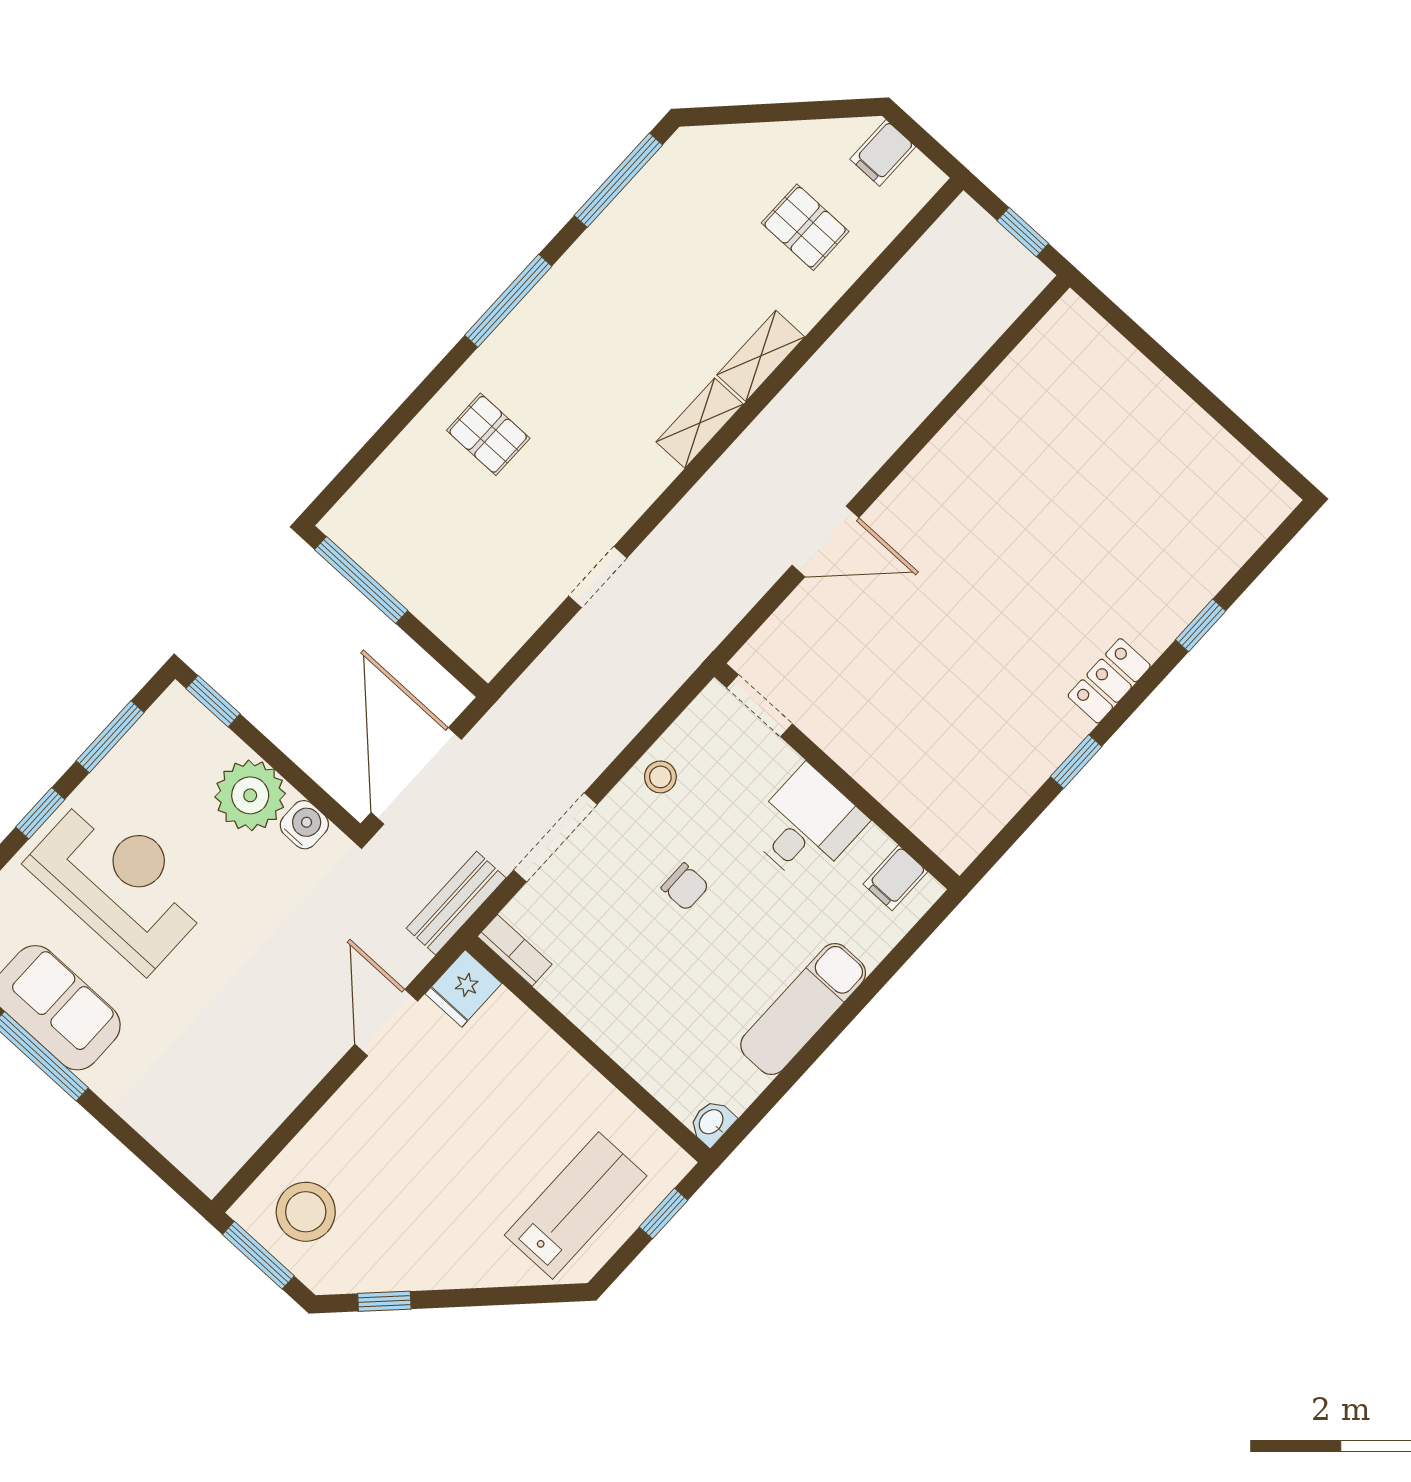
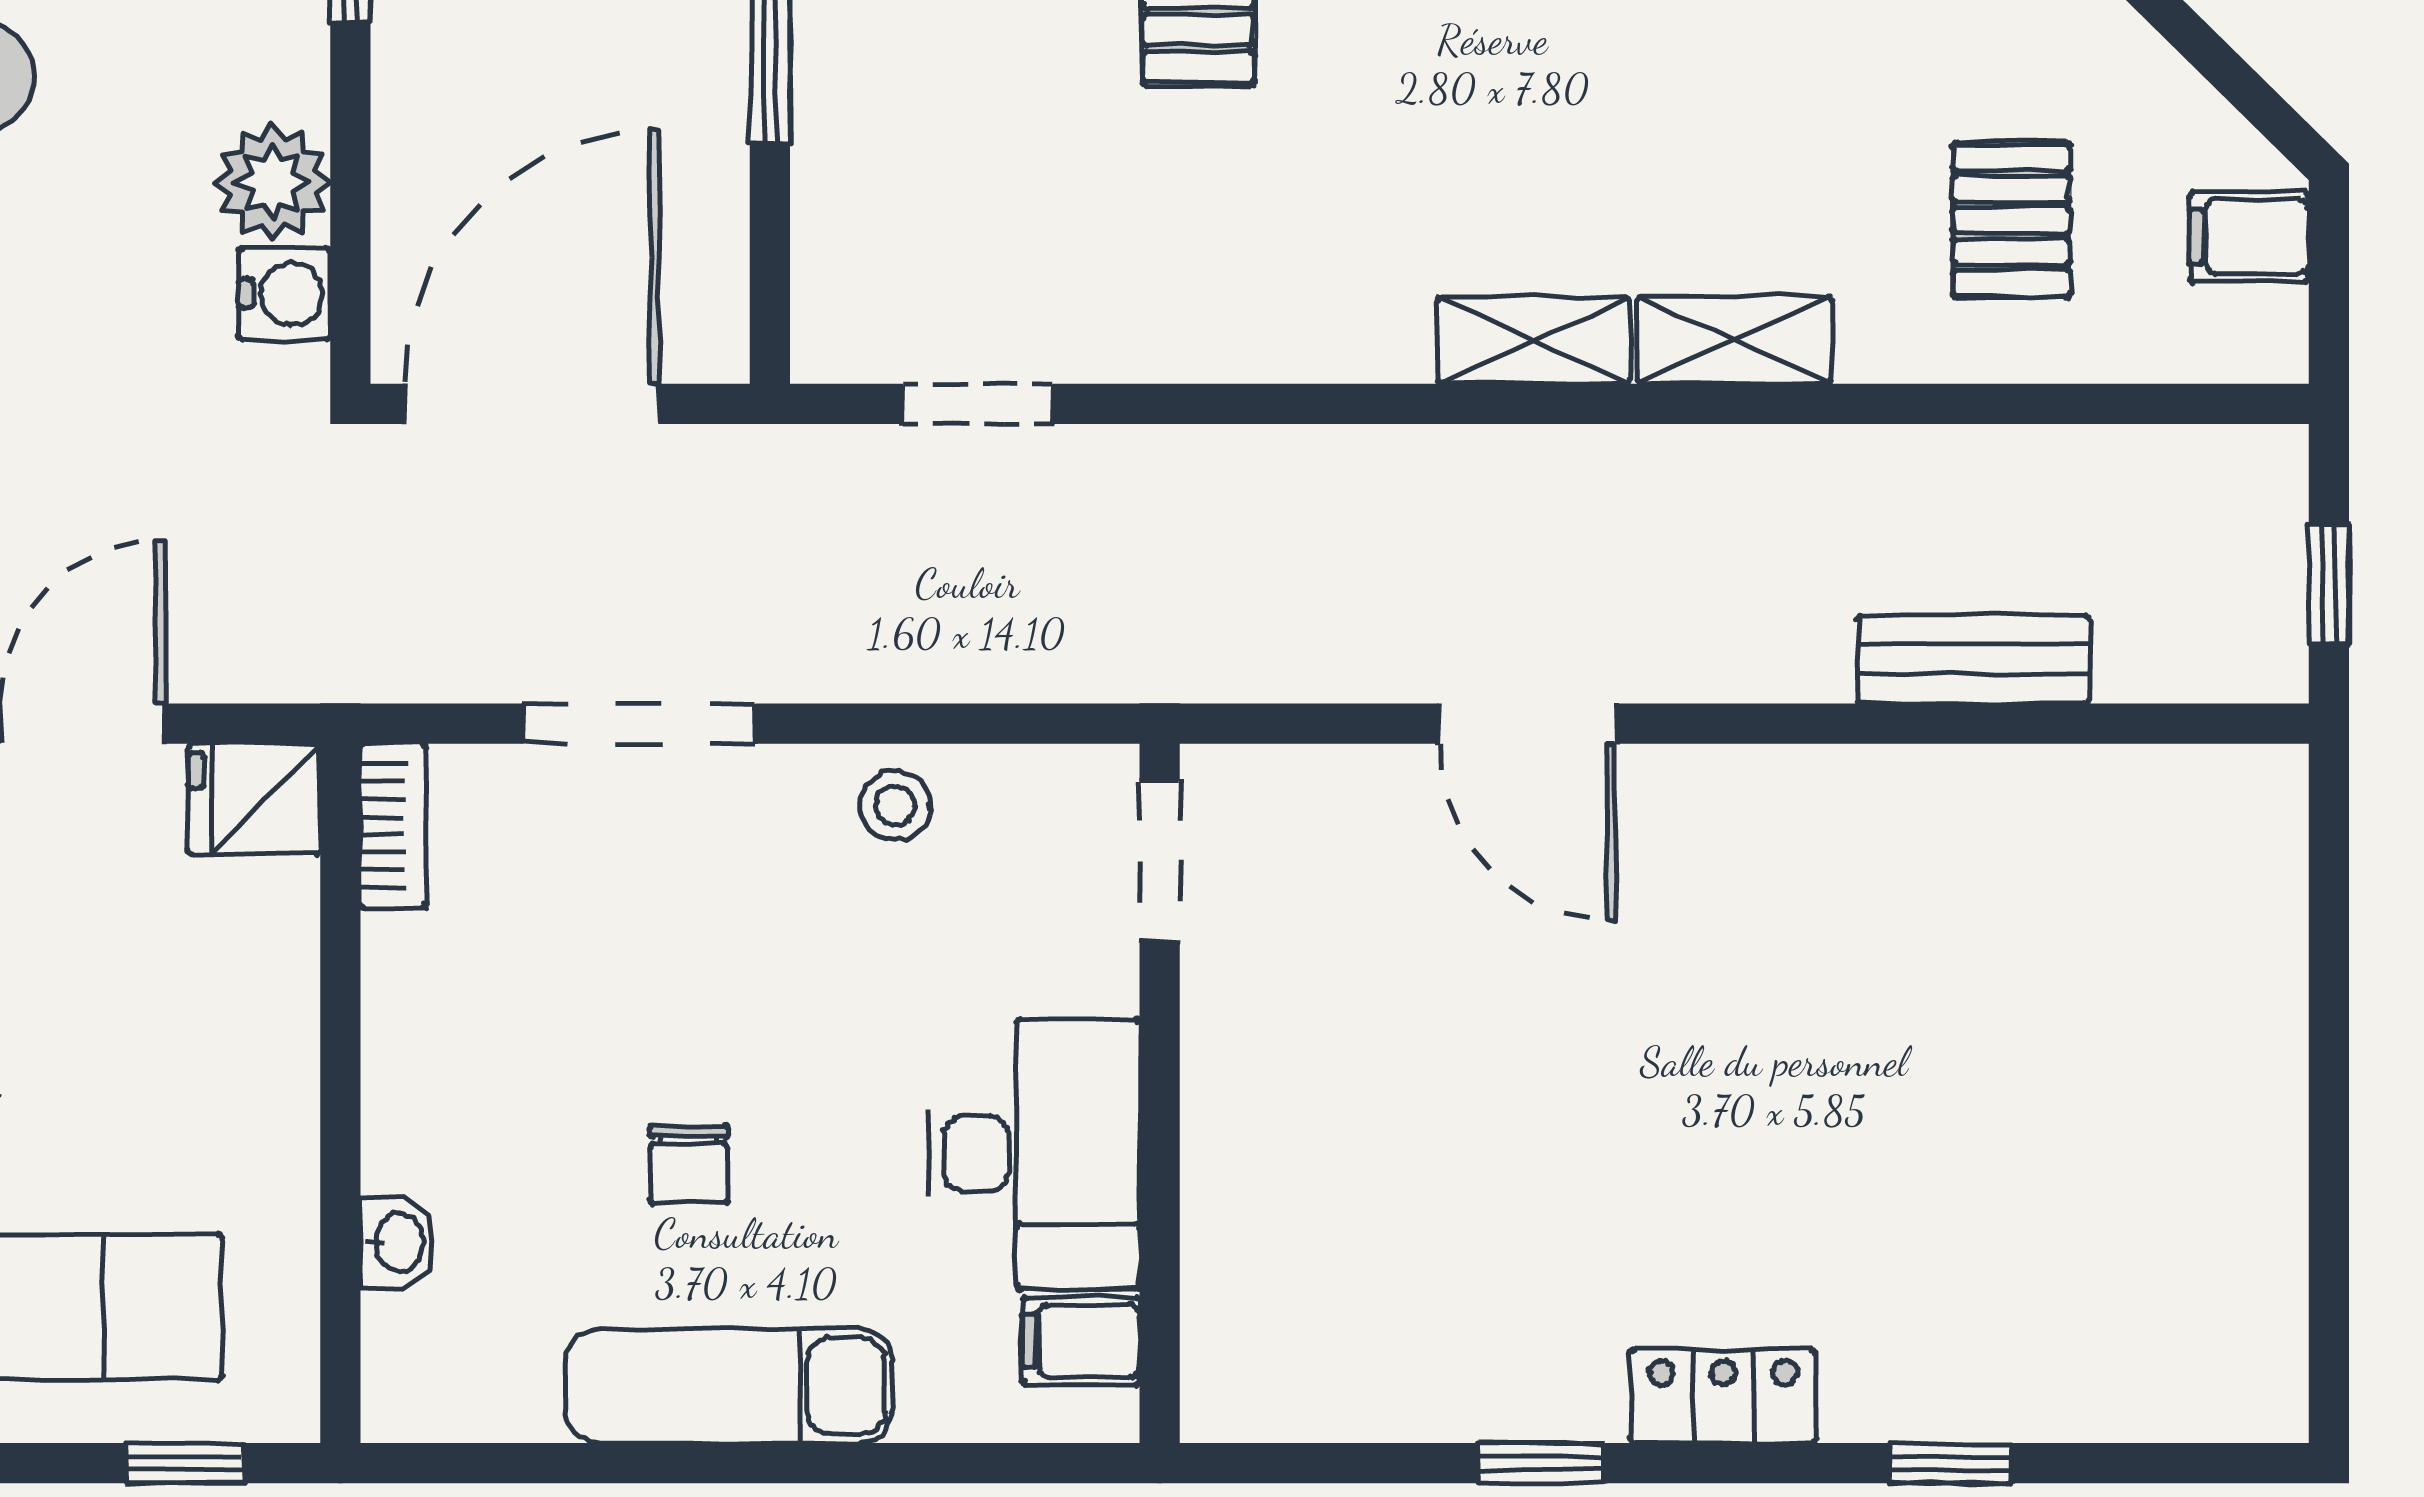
doorway: (598, 577) -> (978, 404), moved
plant: (250, 795) -> (273, 182), width x0.73, depth x0.73
desk: (806, 826) -> (1034, 1154), width x1.37
chair: (685, 887) -> (689, 1164), moved
bench: (456, 903) -> (1973, 659), moved
washbasin: (712, 1122) -> (397, 1243), moved, turned 90

